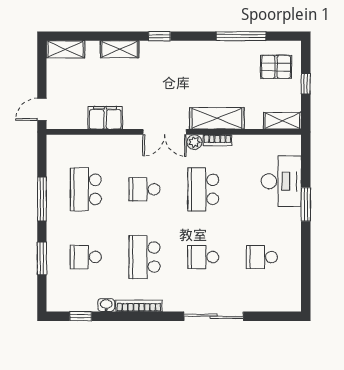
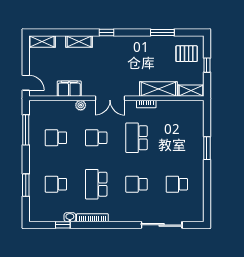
window: (241, 36) -> (162, 33), width x0.69
door: (42, 109) -> (26, 83), swing flipped
shelving: (217, 118) -> (158, 89), moved
plant: (194, 142) -> (81, 105), moved
desk: (281, 181) -> (190, 132), removed
school desk: (86, 189) -> (56, 138), width x0.54
window: (42, 199) -> (26, 130), moved
window: (81, 316) -> (63, 225), moved
sliding door: (214, 316) -> (162, 225), moved

